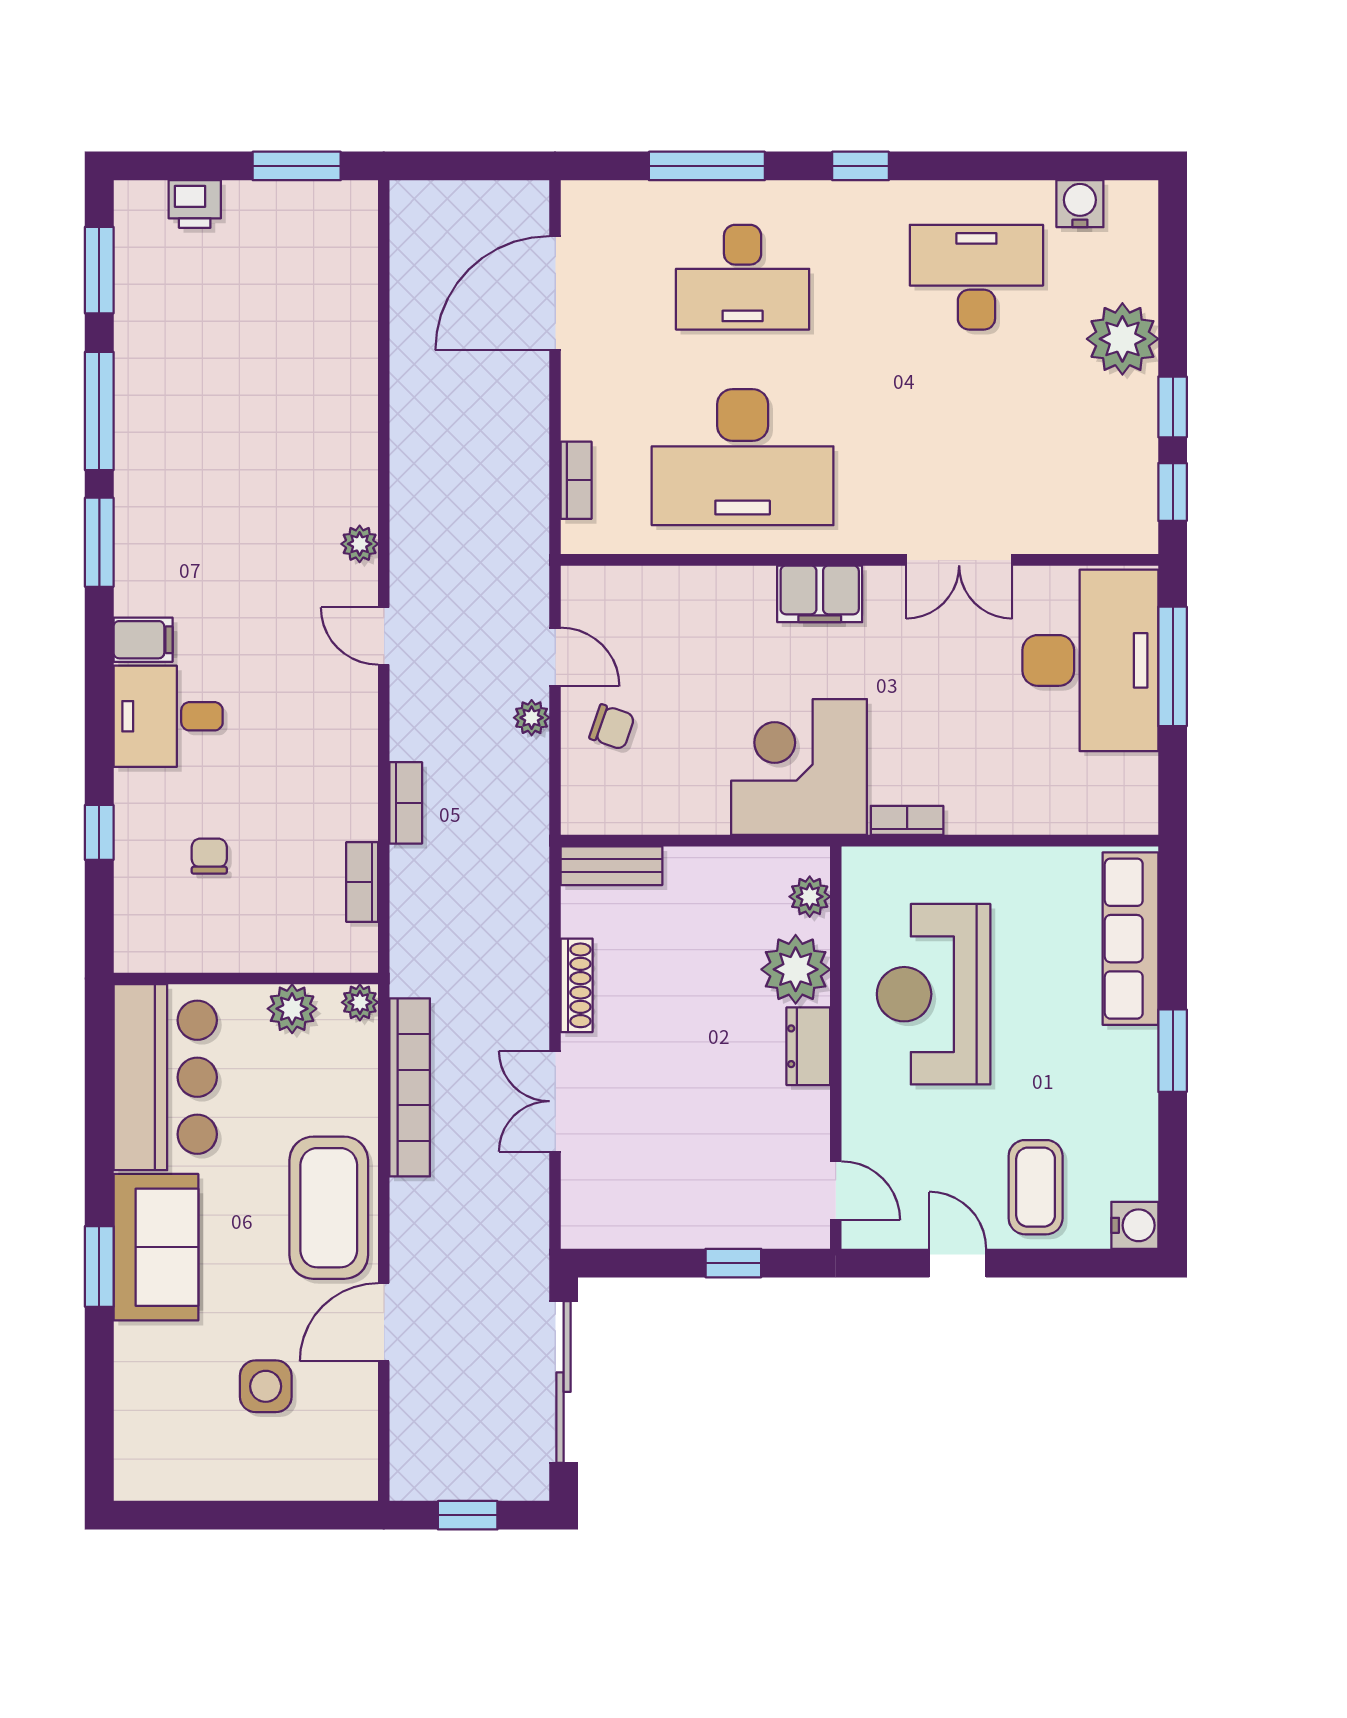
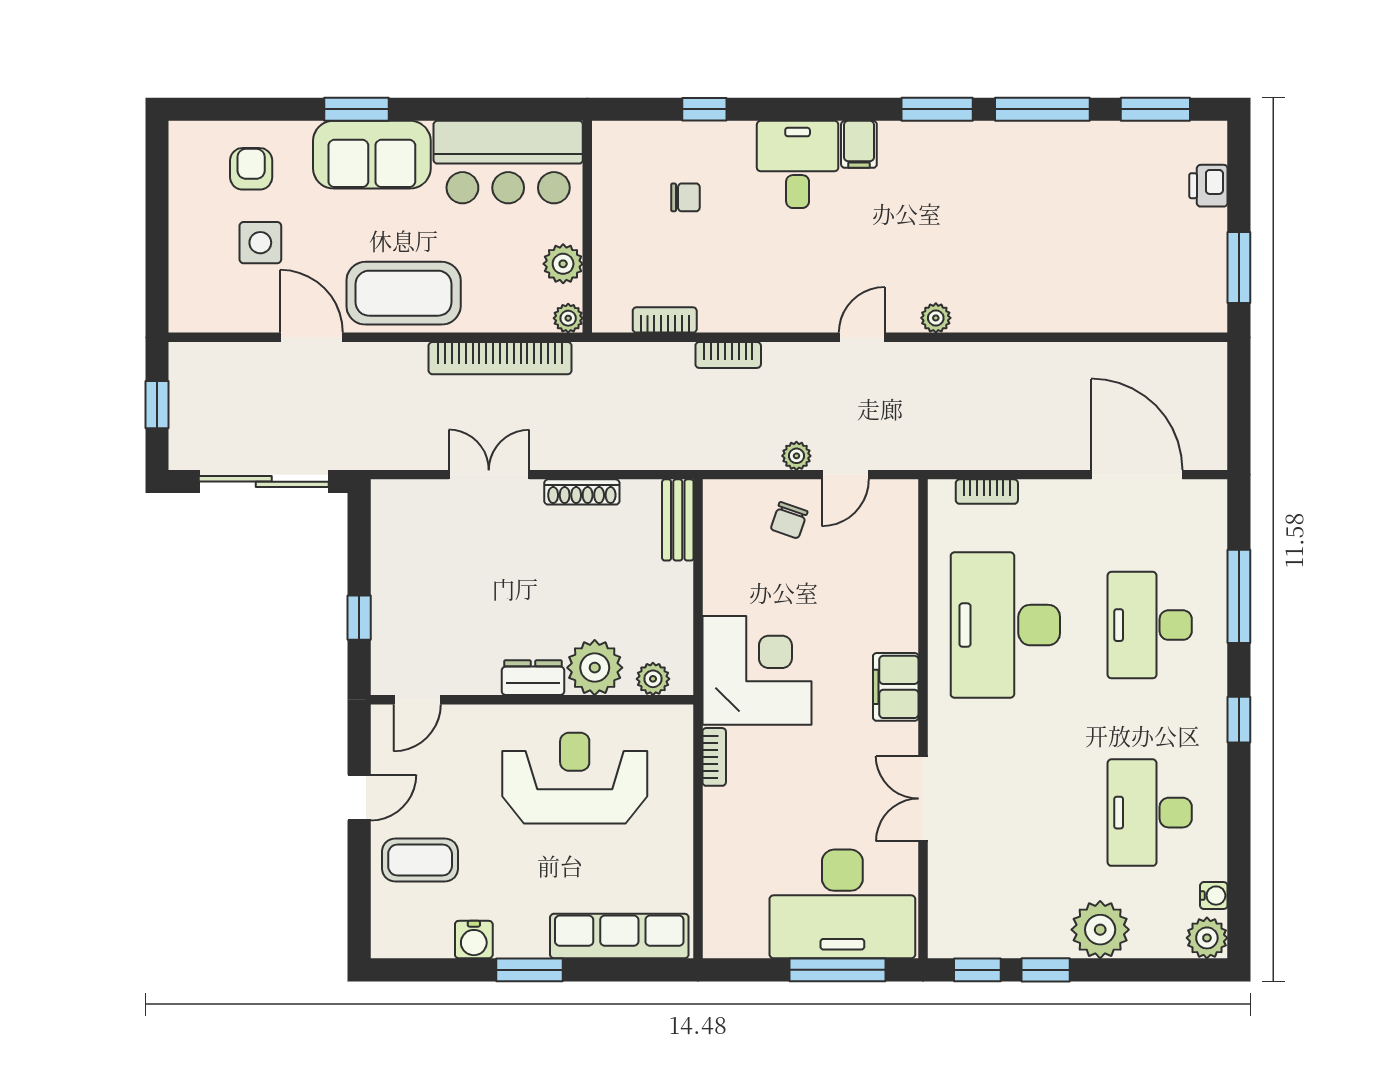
water cooler: (1080, 204) -> (1214, 896), width x0.72, depth x0.72
plant: (1133, 206) -> (1207, 938), added
desk: (976, 277) -> (1150, 813), turned 180
water cooler: (1135, 1225) -> (474, 940), moved
armchair: (174, 1398) -> (251, 169), added

